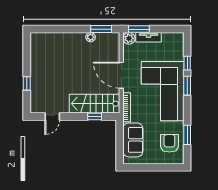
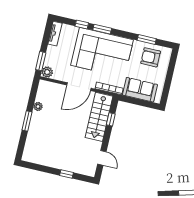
window: (101, 29) -> (27, 121), moved
tv unit: (148, 37) -> (55, 34), moved

